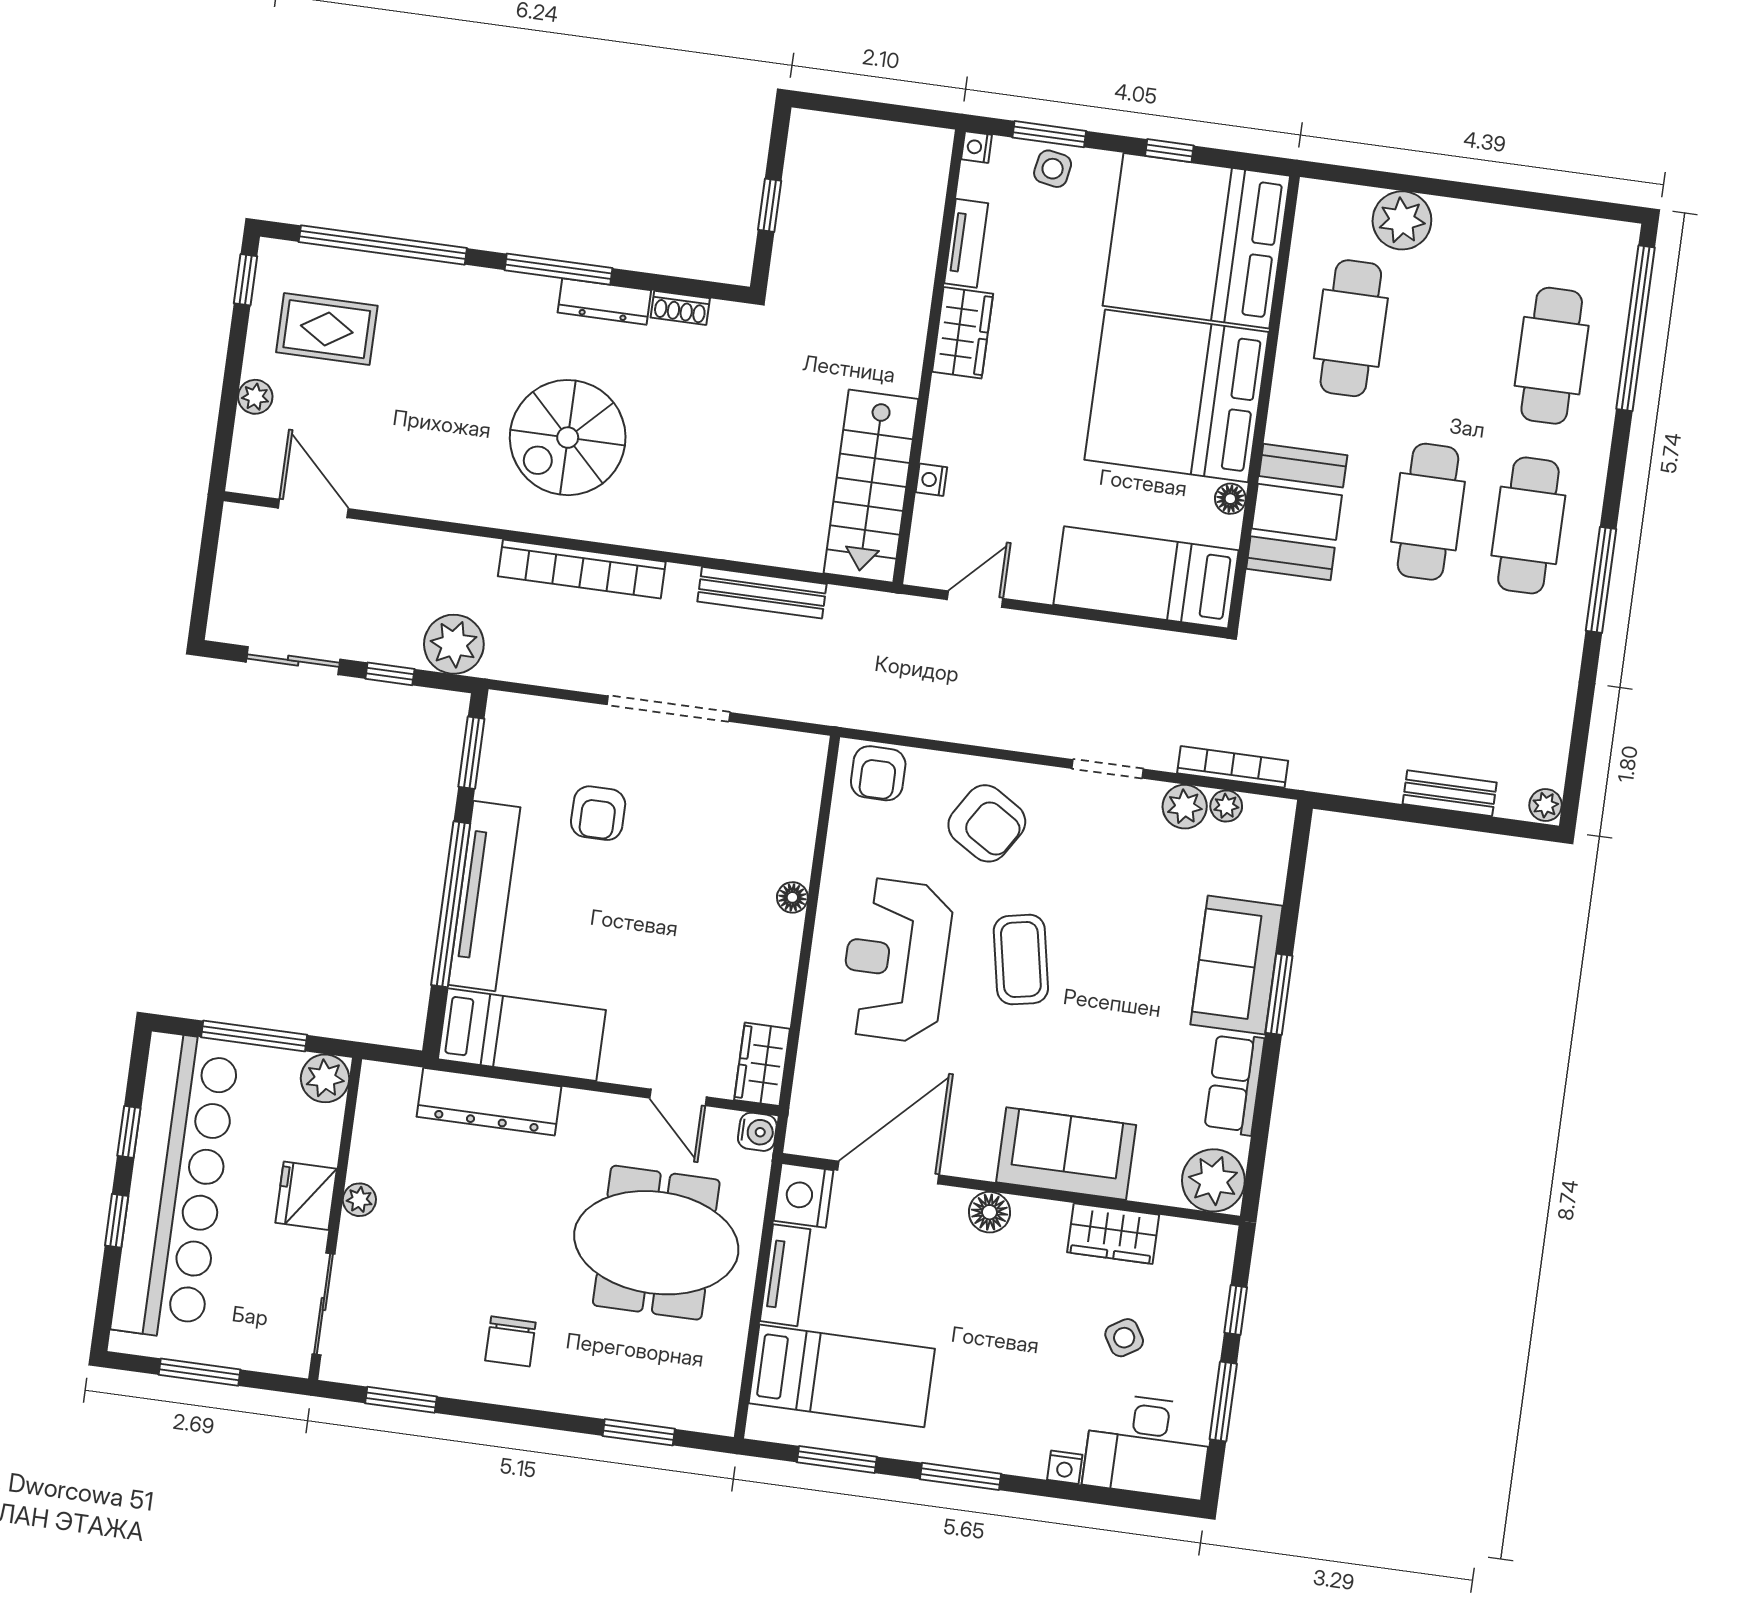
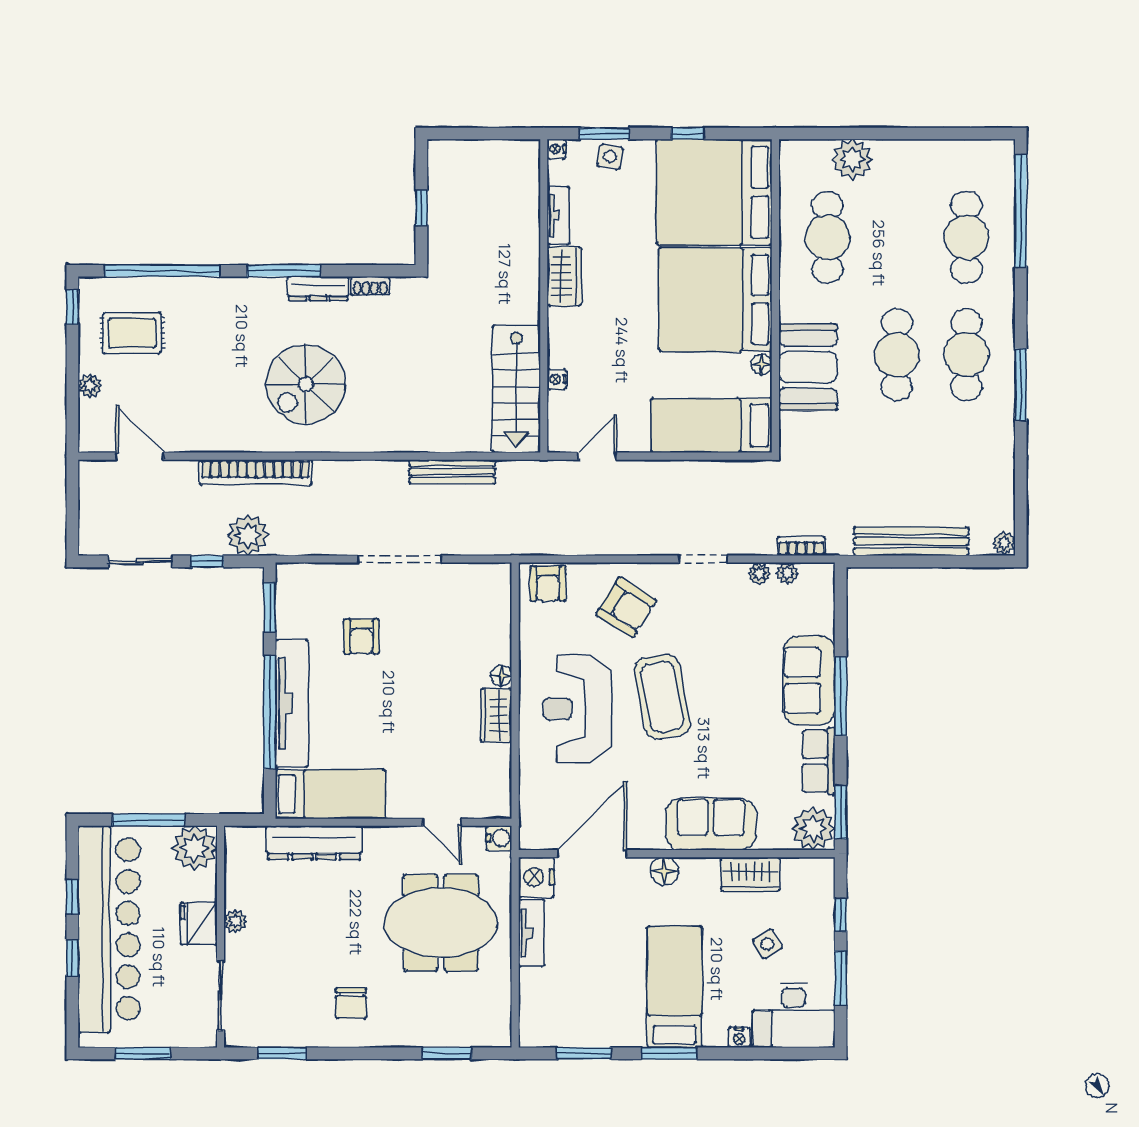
bookcase: (582, 569) -> (256, 472), moved
bookcase: (1233, 767) -> (801, 546), width x0.64
bench: (1450, 793) -> (911, 541), width x1.86, depth x1.21
plant: (1185, 807) -> (759, 573), width x0.73, depth x0.73
coffee table: (1021, 960) -> (662, 697), width x1.36, depth x1.32
window: (1279, 994) -> (841, 696), width x1.44
wardrobe: (762, 1064) -> (496, 715), moved
plant: (325, 1078) -> (195, 848), width x1.36, depth x1.36
window: (1256, 1162) -> (841, 812), added
bed: (842, 1376) -> (675, 987), moved, turned -90

